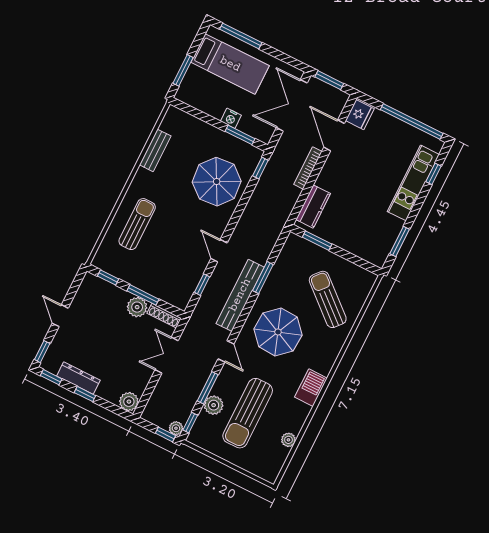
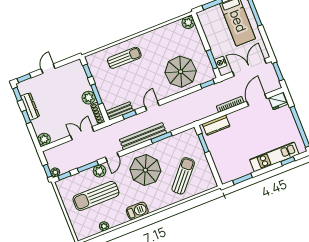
plant: (174, 117) -> (188, 22), added
nightstand: (231, 118) -> (221, 62), moved
bench: (155, 150) -> (120, 111), moved
plant: (214, 405) -> (99, 171), moved

